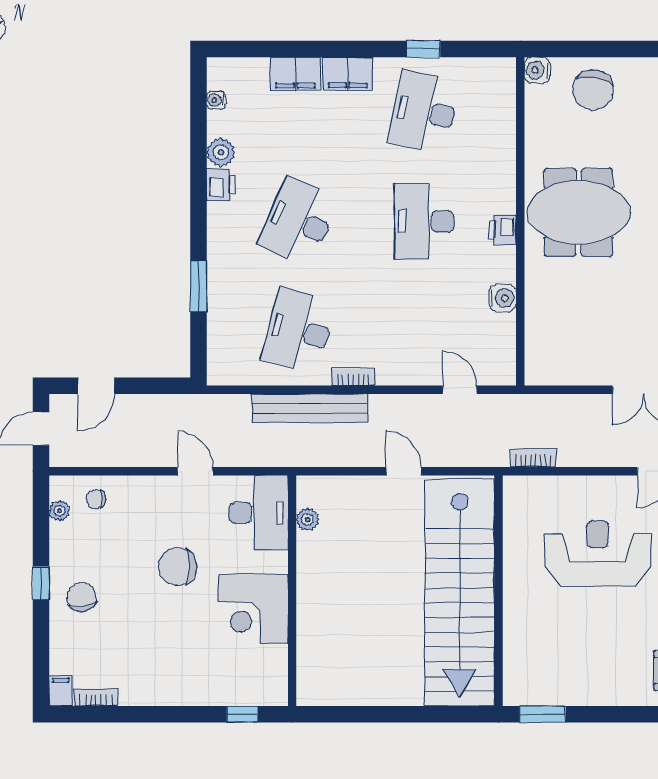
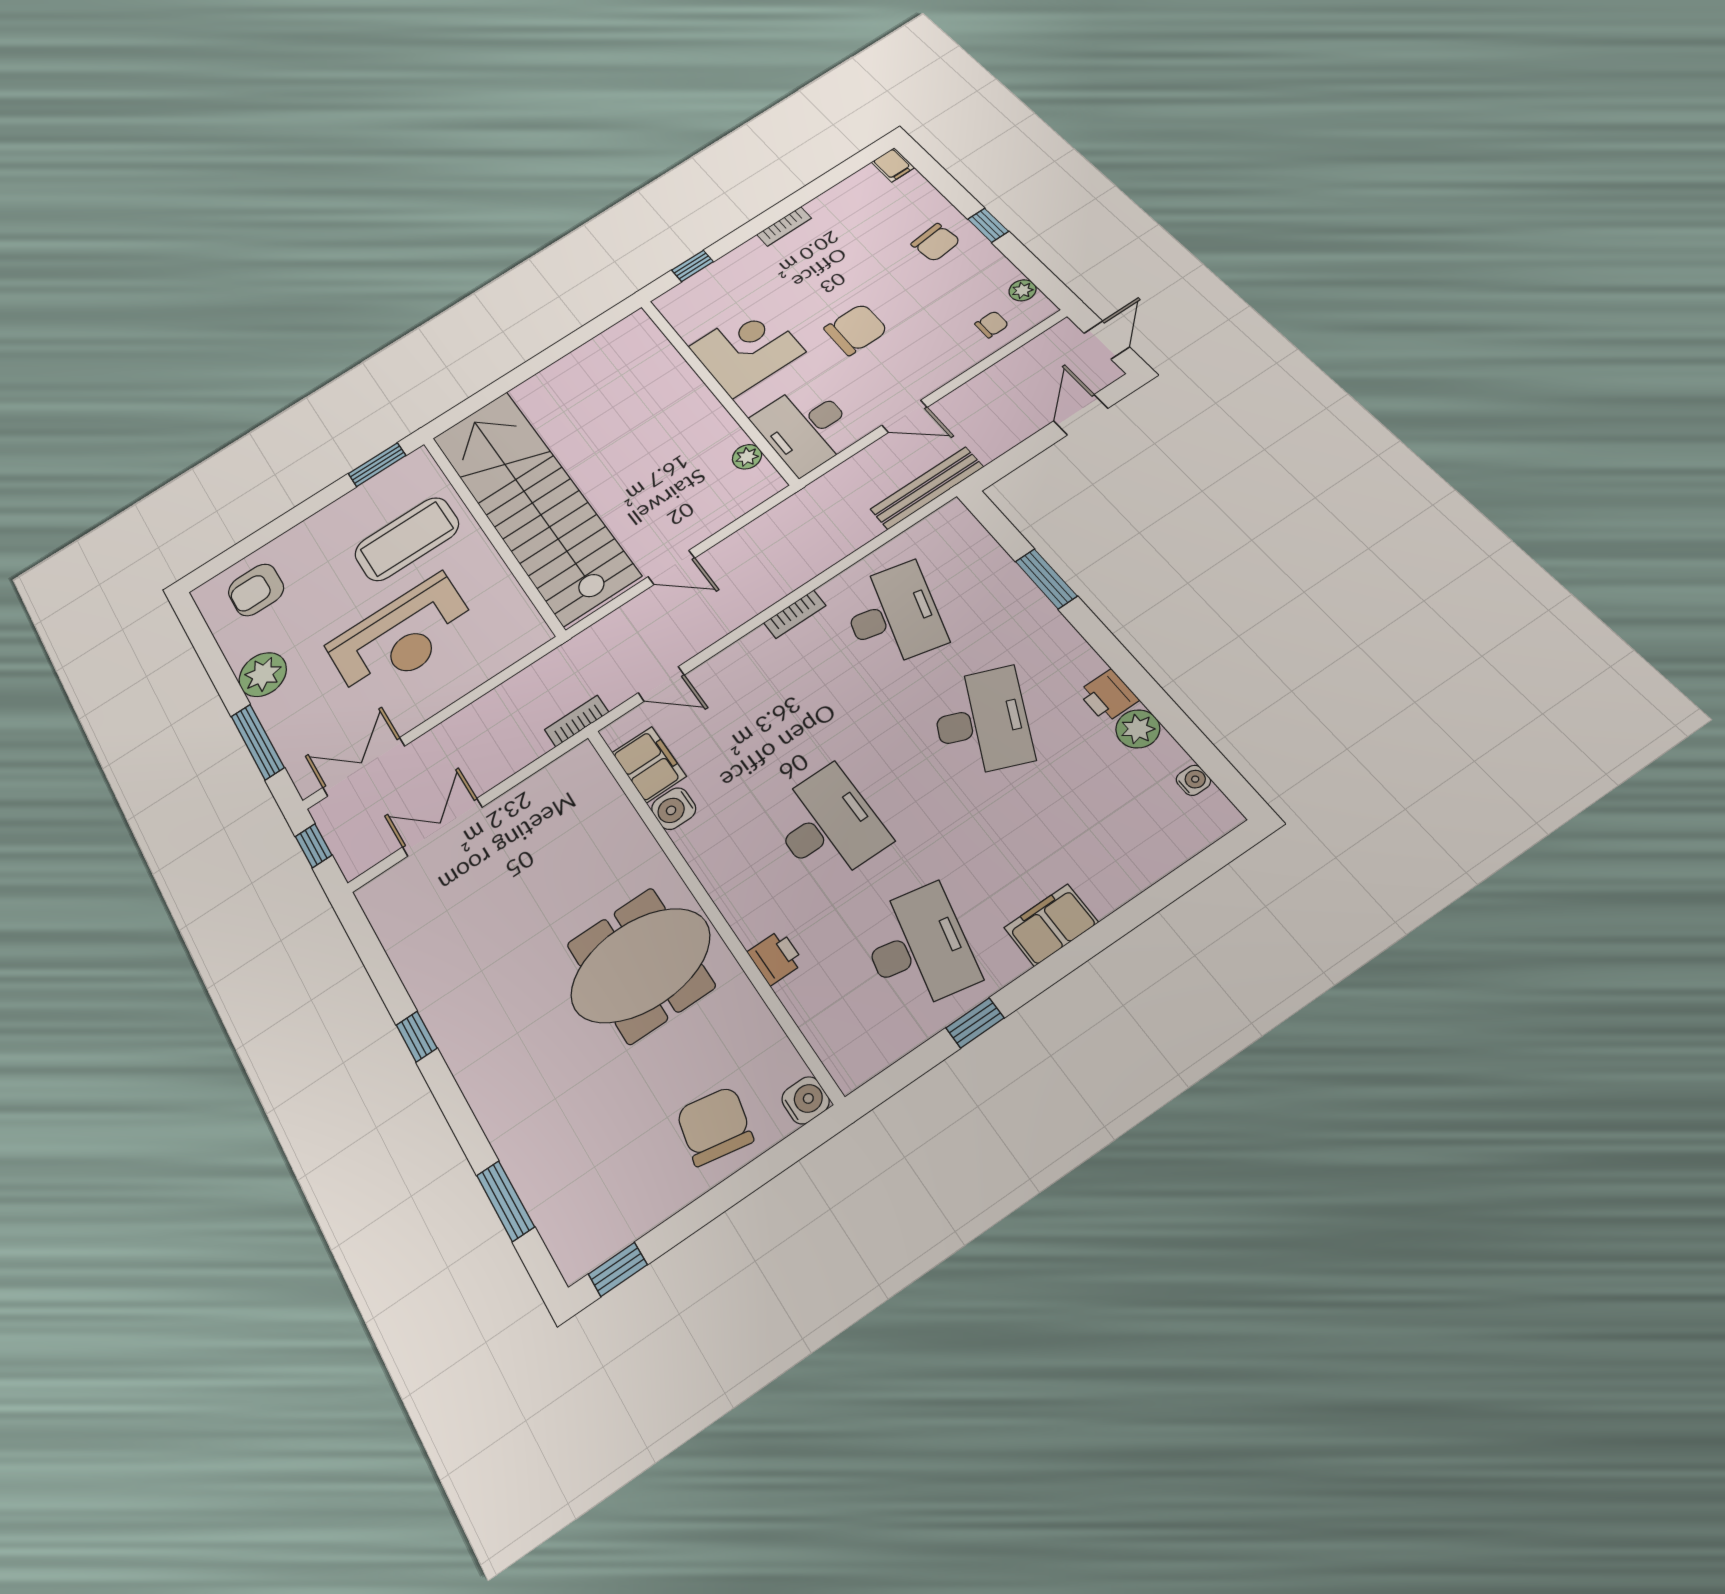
filing cabinet: (296, 74) -> (649, 764), moved, turned 90
printer: (503, 230) -> (775, 957), moved
bench: (310, 408) -> (927, 488), moved, width x0.73, depth x0.82
bookcase: (533, 458) -> (577, 721), moved, turned 180
coffee table: (555, 632) -> (407, 539), added
bookcase: (96, 697) -> (784, 226), moved

